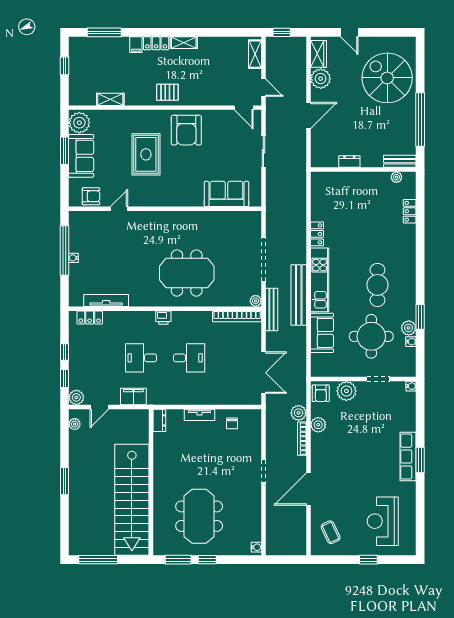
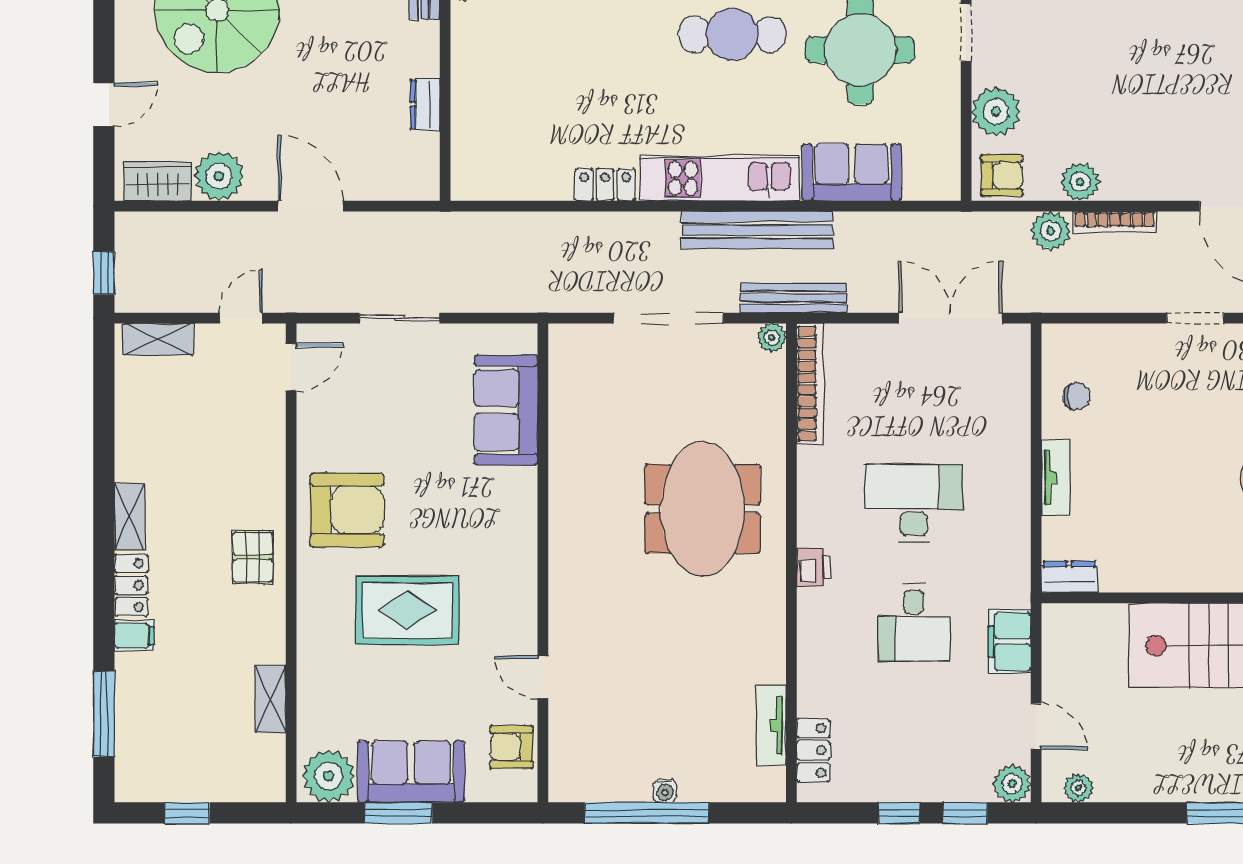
armchair: (91, 196) -> (511, 747), turned -90
tv unit: (106, 301) -> (771, 726), width x0.71
desk: (189, 358) -> (914, 503), width x1.37

